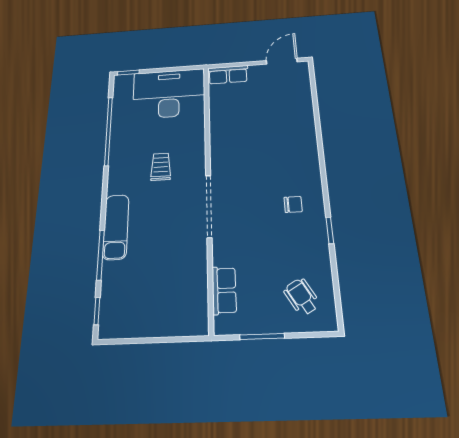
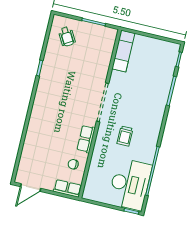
desk: (169, 94) -> (130, 184), moved, turned -90
chair: (293, 204) -> (73, 164), moved
exam couch: (116, 227) -> (123, 51), moved, turned 180
row of seats: (224, 290) -> (86, 139), moved

